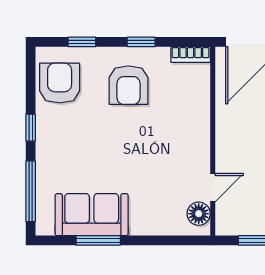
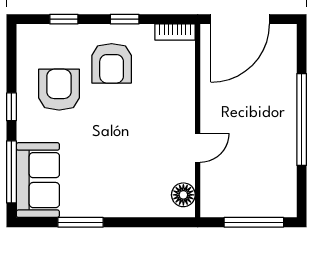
armchair: (60, 83) -> (59, 90), moved
door: (213, 188) -> (198, 148), moved
sofa: (92, 215) -> (38, 180), moved, turned 90

